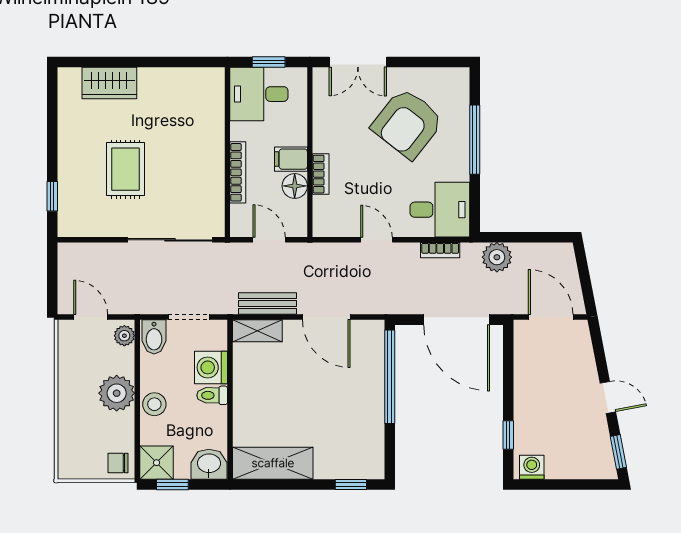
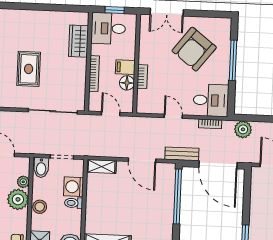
wardrobe: (109, 83) -> (79, 41), moved, turned 90
bench: (267, 303) -> (182, 154), moved
plant: (124, 336) -> (23, 182), moved

